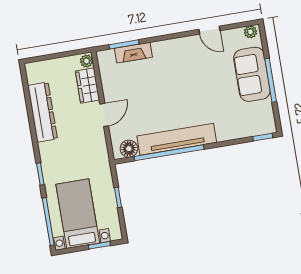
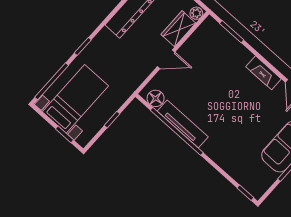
fireplace: (133, 53) -> (264, 73), moved
tv unit: (177, 139) -> (183, 124), width x0.73, depth x0.78

